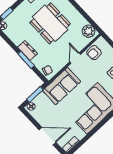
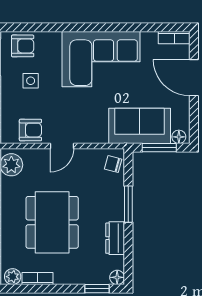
dresser: (27, 51) -> (115, 238), moved
sofa: (62, 86) -> (140, 126), moved

